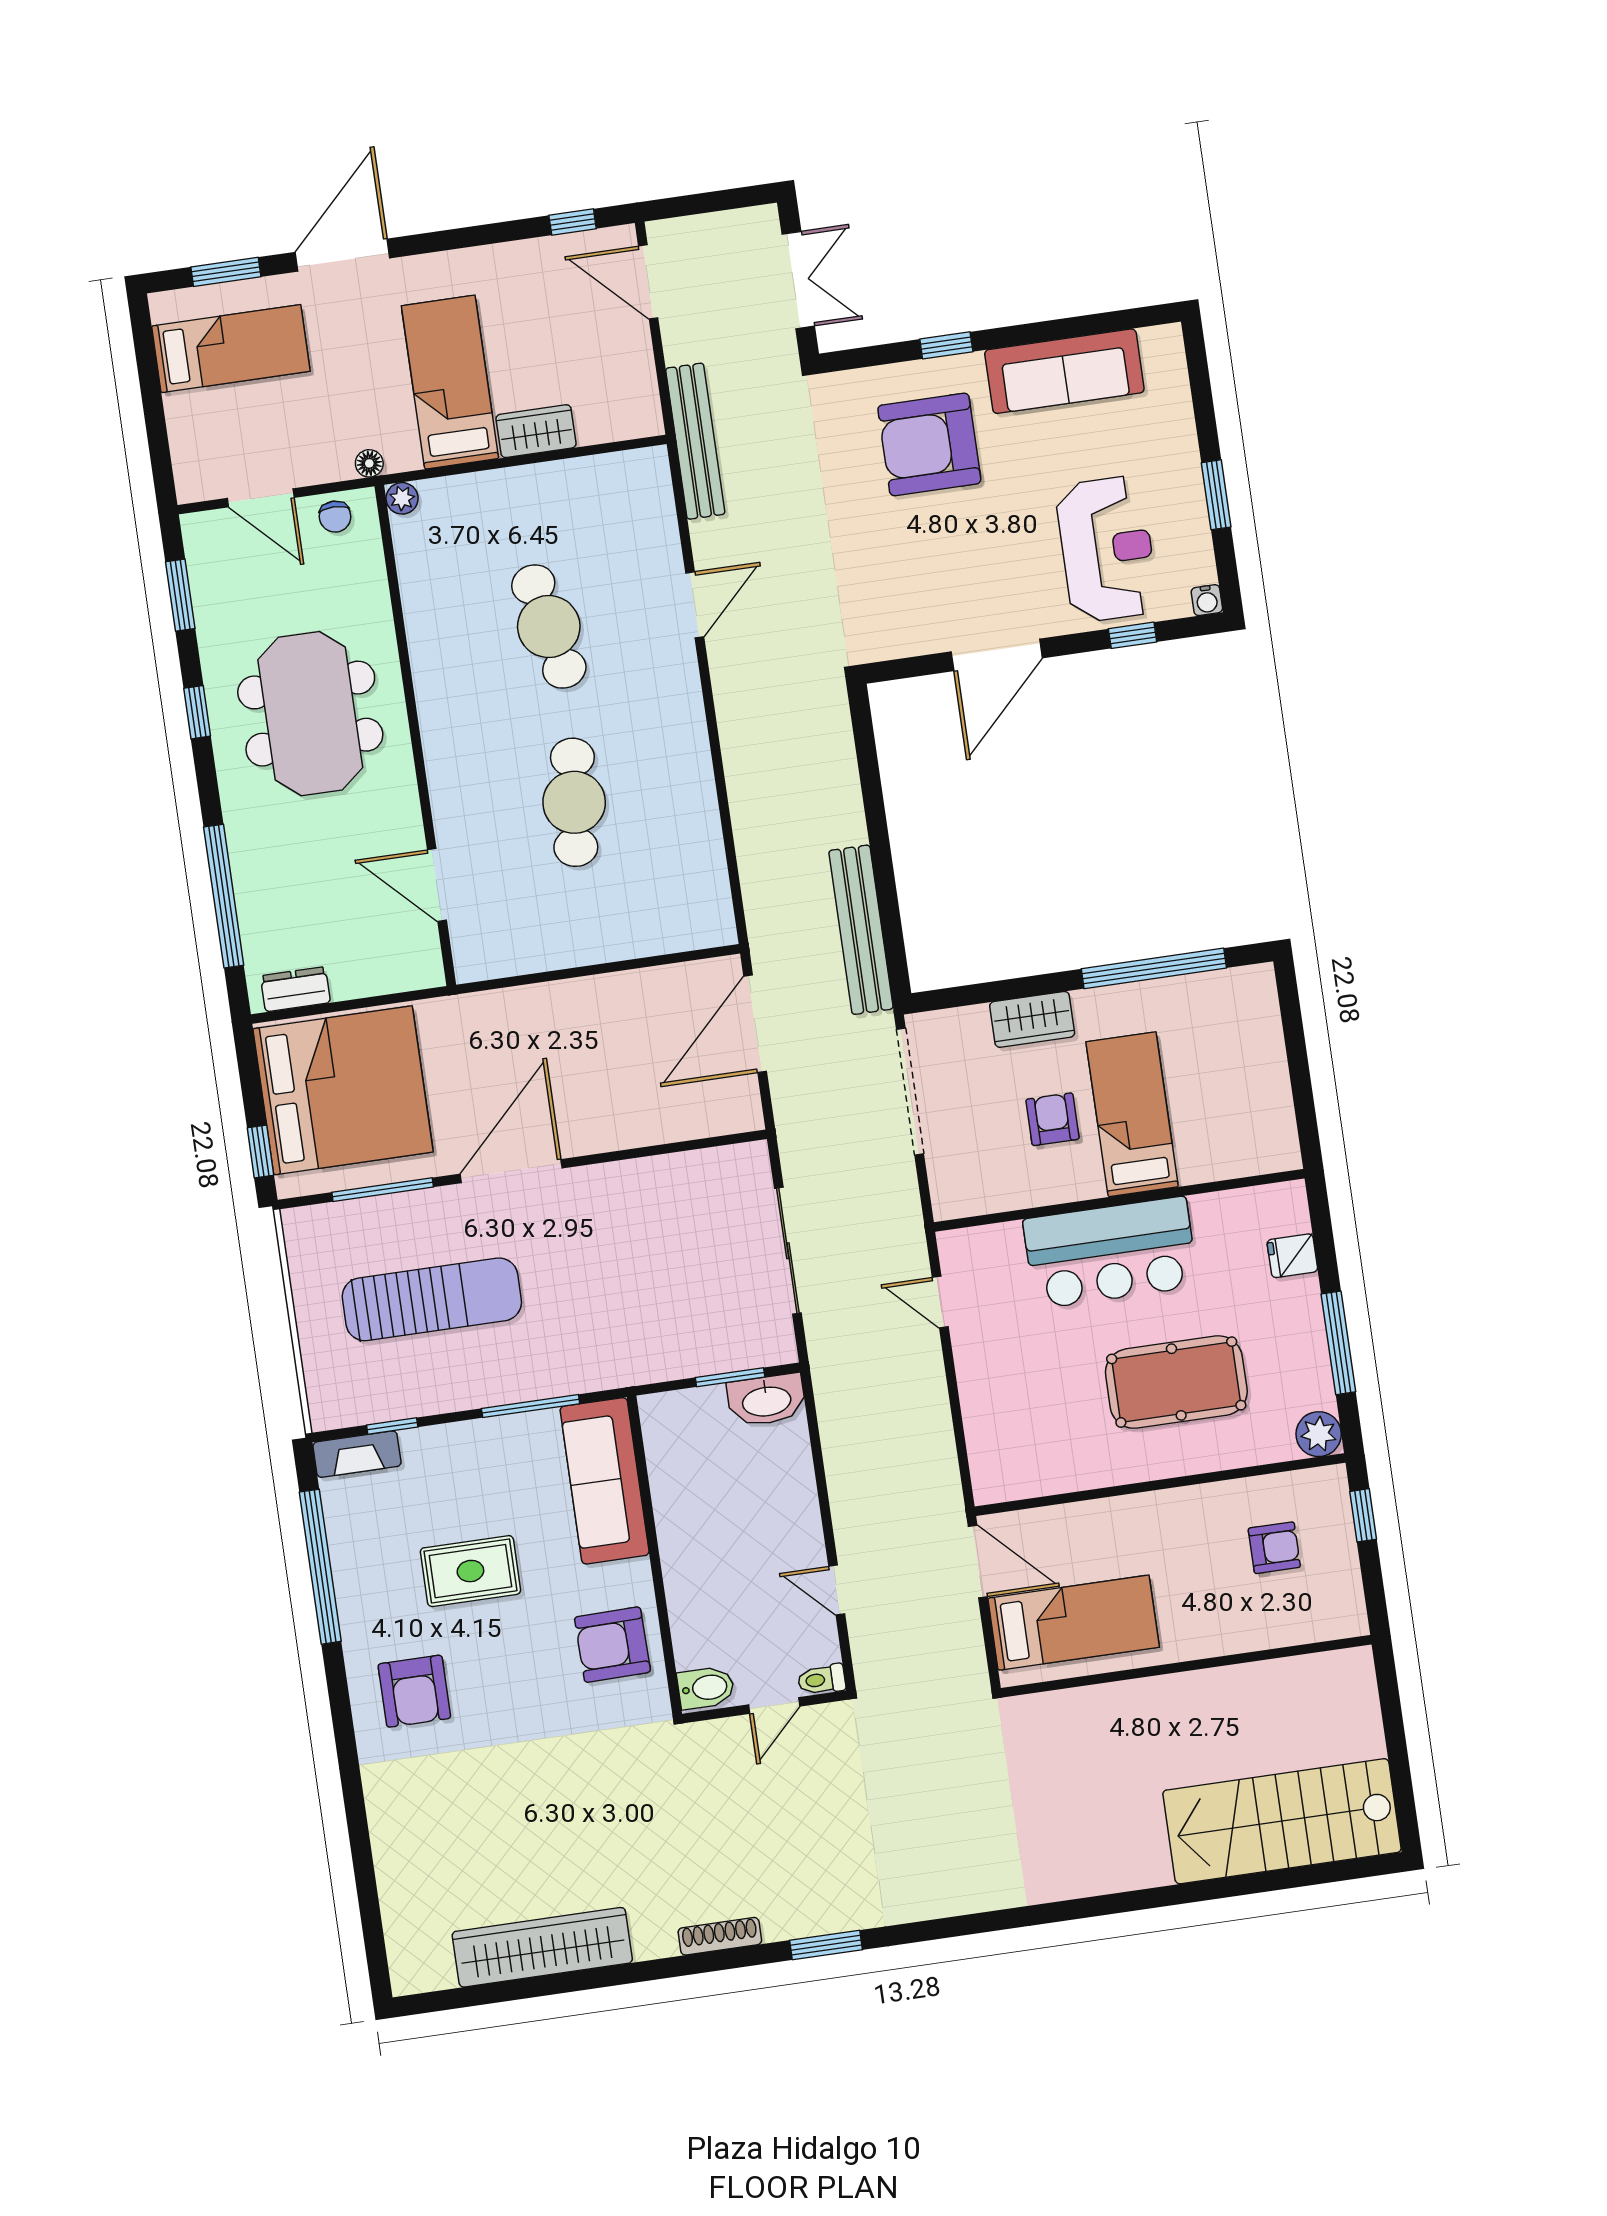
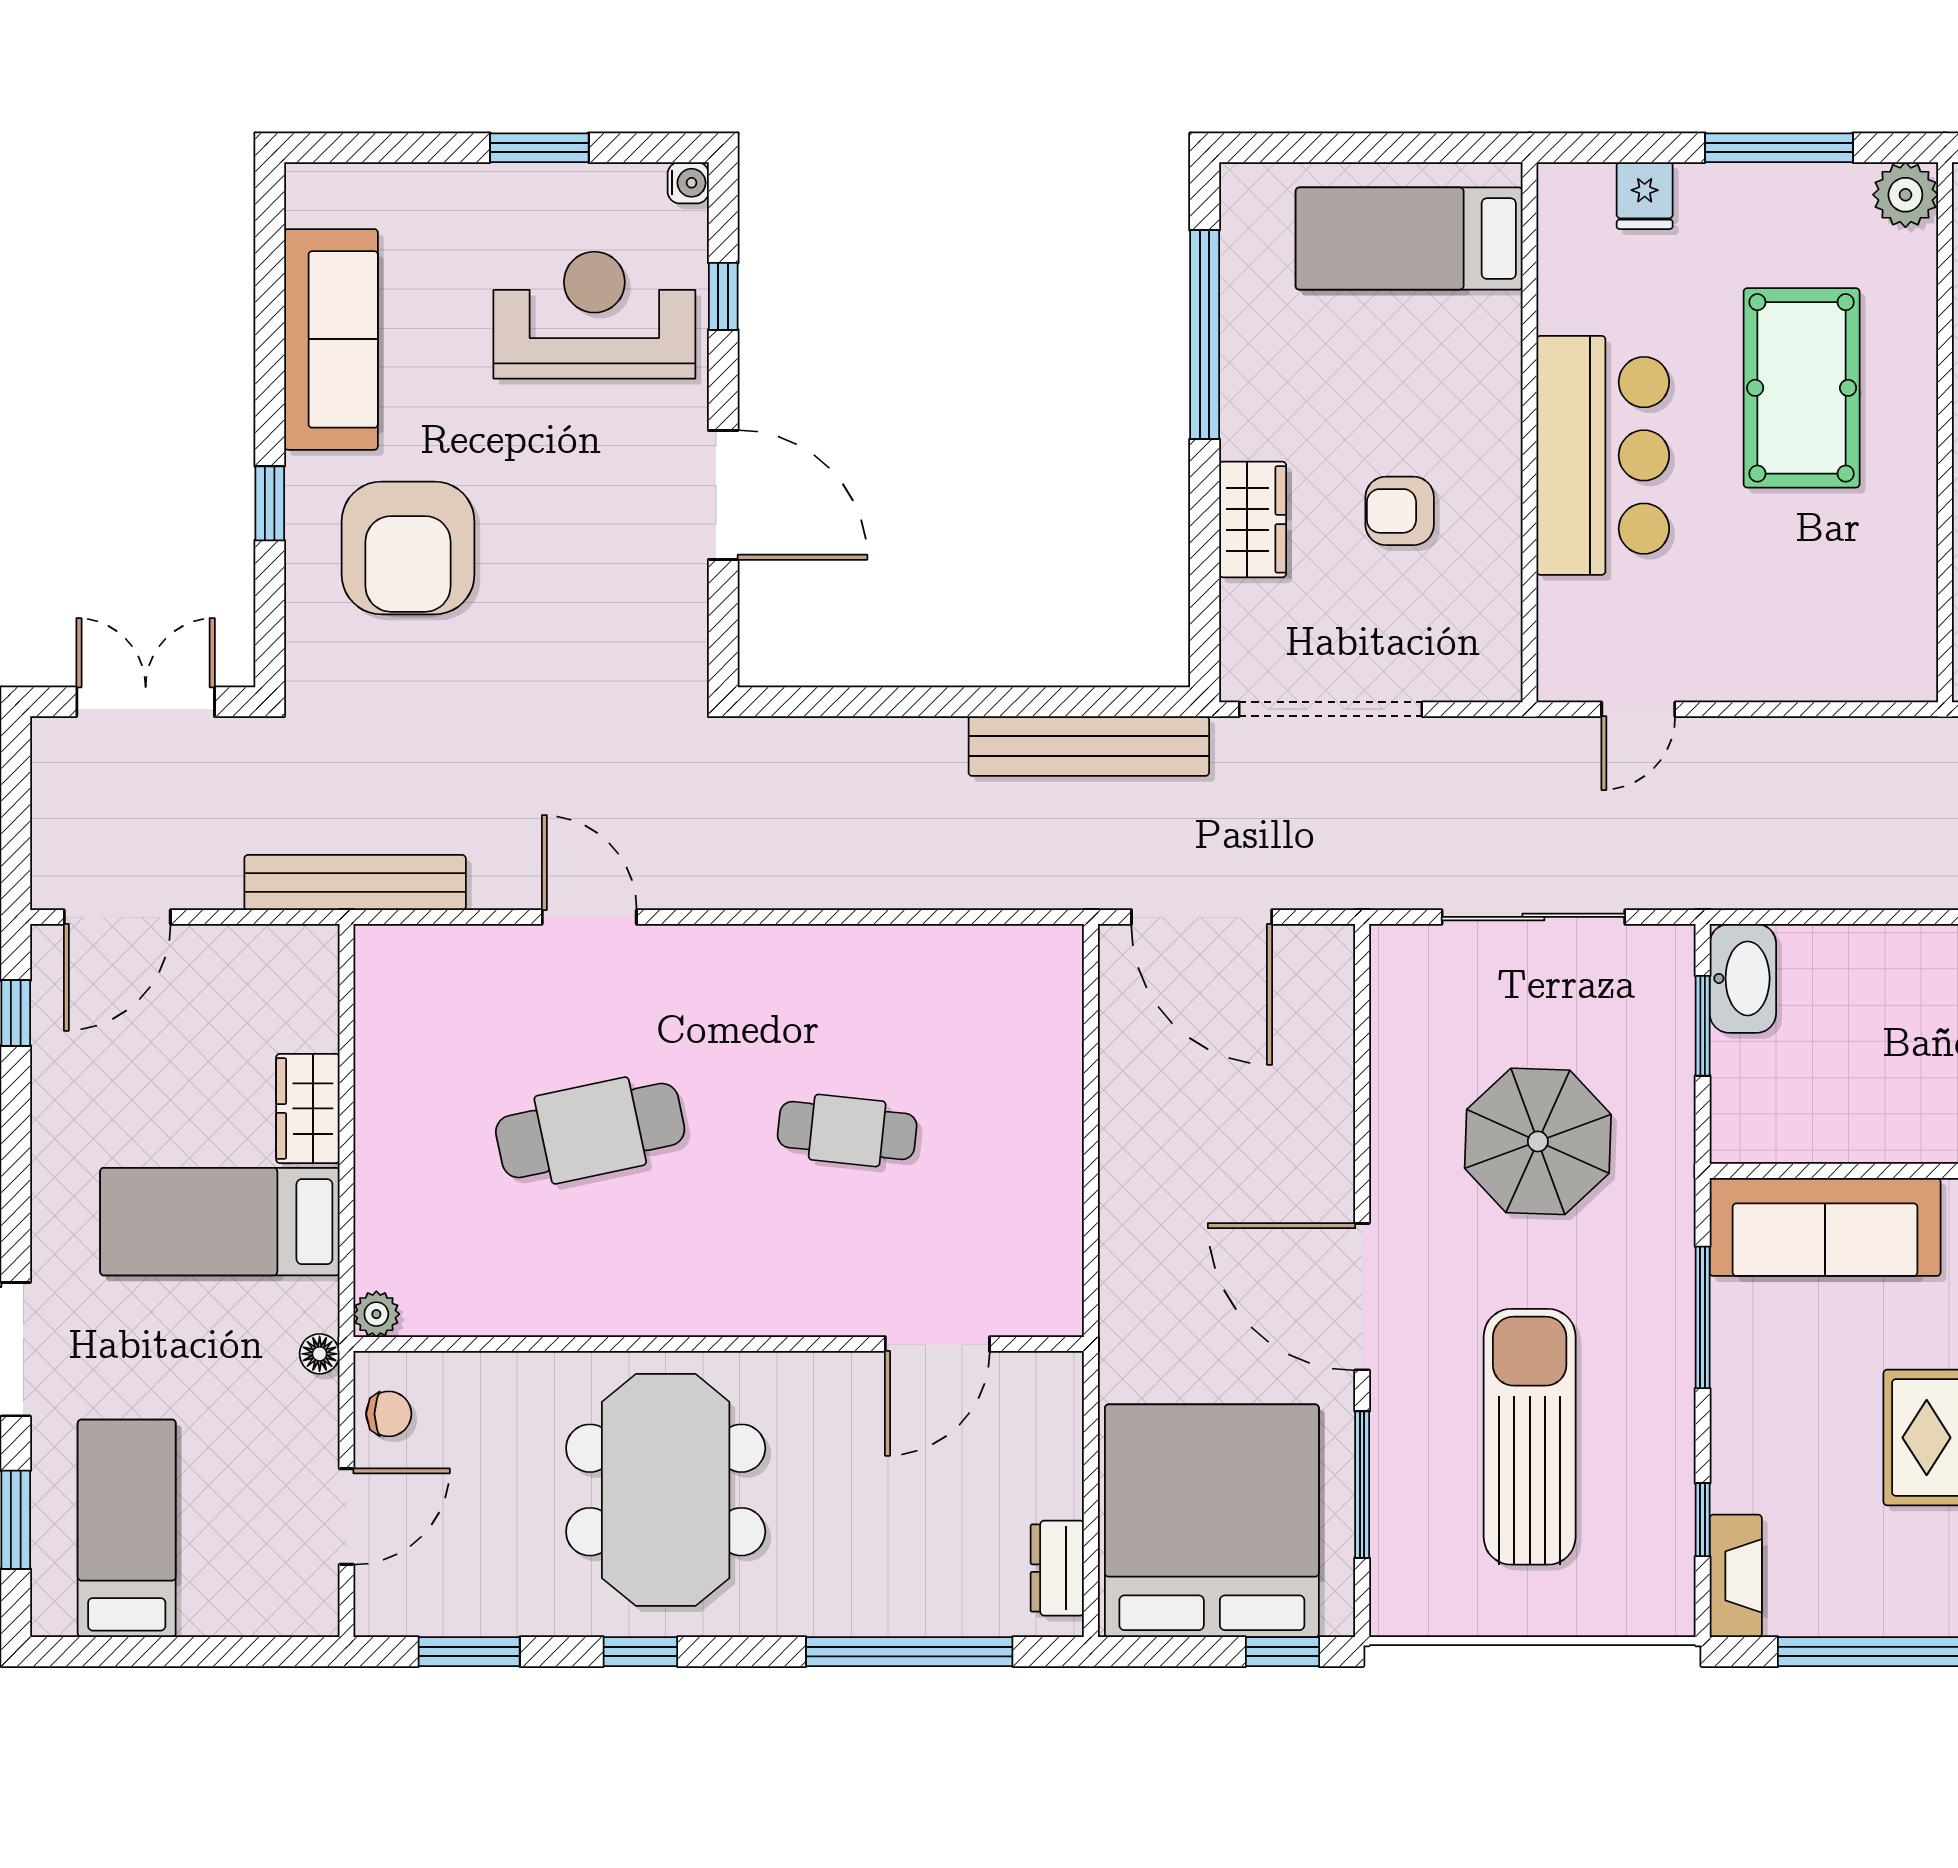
meeting table: (310, 714) -> (666, 1490), turned 90
cafe table: (574, 802) -> (847, 1130), width x0.73, depth x0.74
bed: (1132, 1114) -> (1409, 239), moved
parasol: (635, 1276) -> (1538, 1141), added

